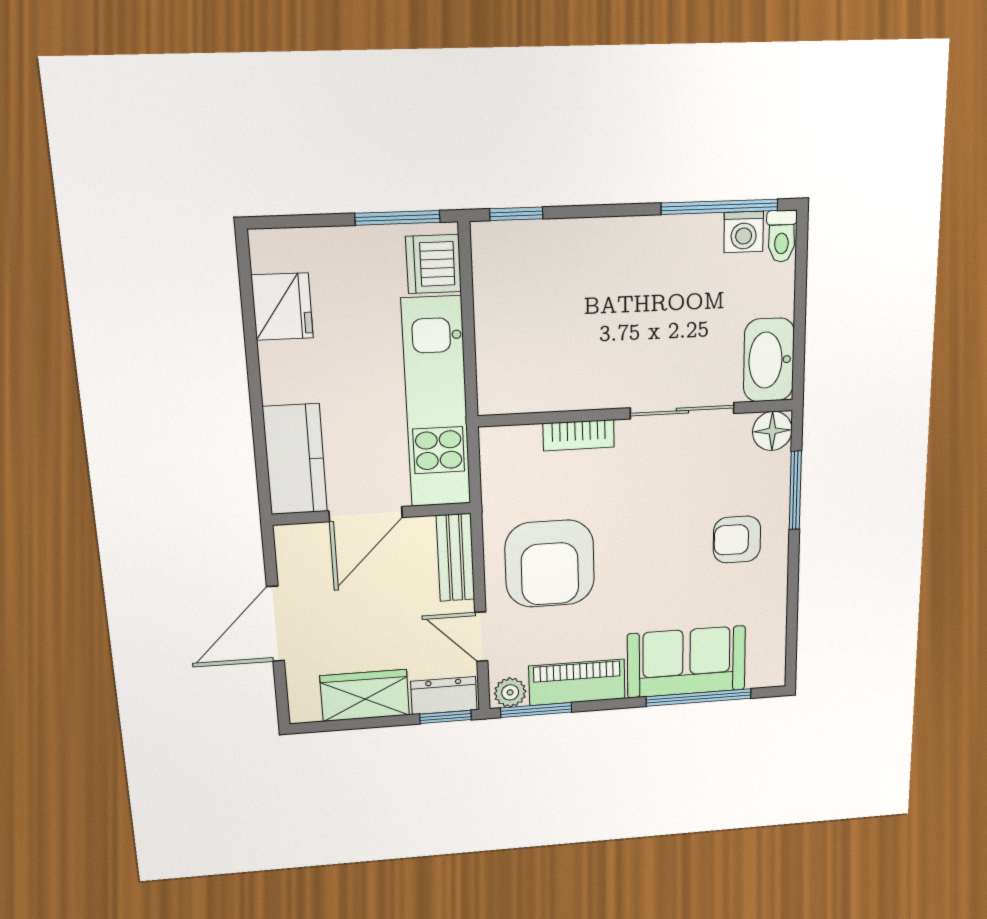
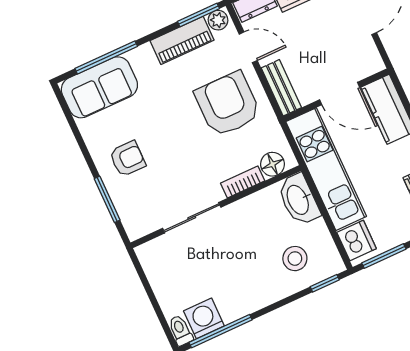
washing machine: (744, 232) -> (204, 318), width x1.38, depth x1.38
stool: (548, 277) -> (295, 259), added
washbasin: (769, 360) -> (299, 200), moved, turned 180
floor lamp: (772, 431) -> (273, 164), moved
door: (366, 514) -> (340, 93), swing flipped
sofa: (686, 662) -> (99, 87), moved

